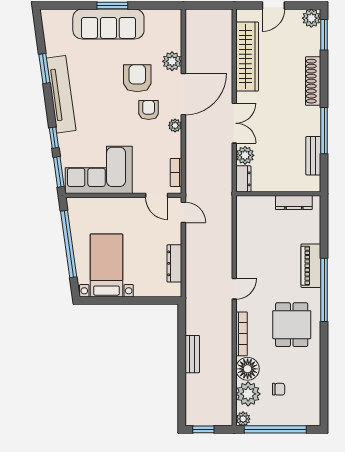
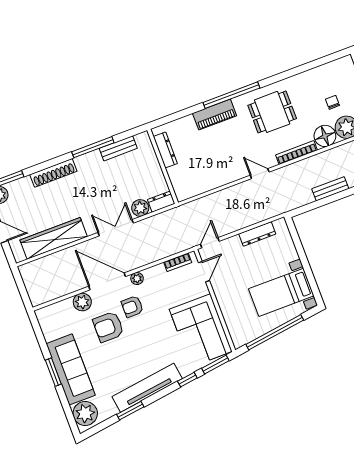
plant: (59, 22) -> (85, 414), added

